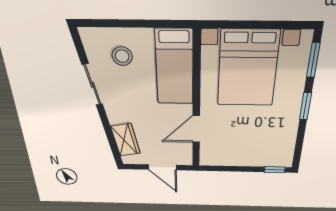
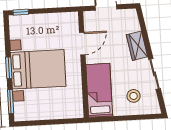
bed with nightstands: (248, 69) -> (38, 69), moved, turned 90
wardrobe: (126, 140) -> (137, 46), moved

